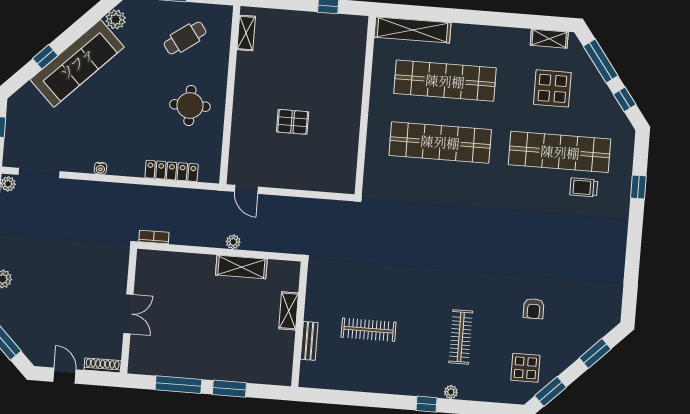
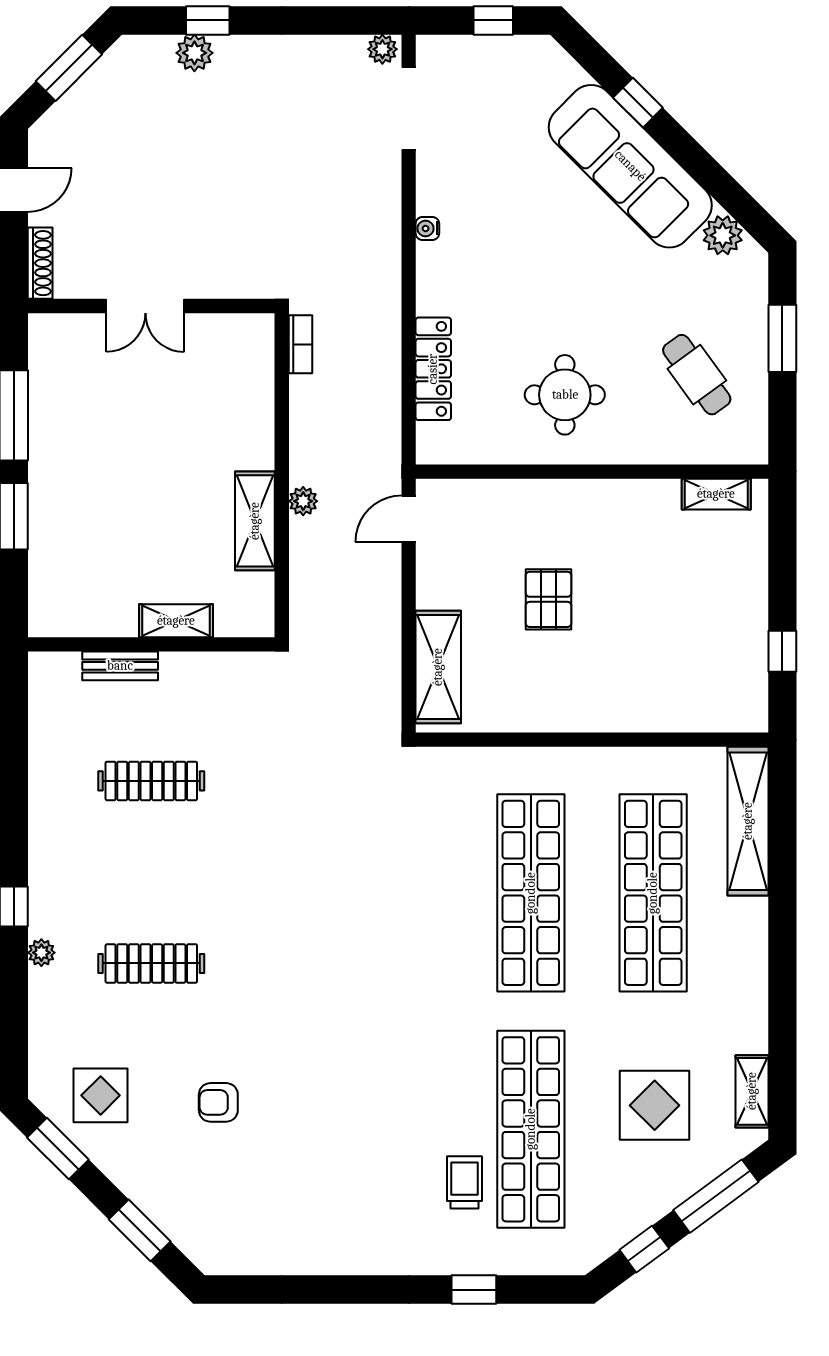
shelving: (322, 180) -> (438, 667), added
clothes rail: (369, 330) -> (151, 781), turned 90

